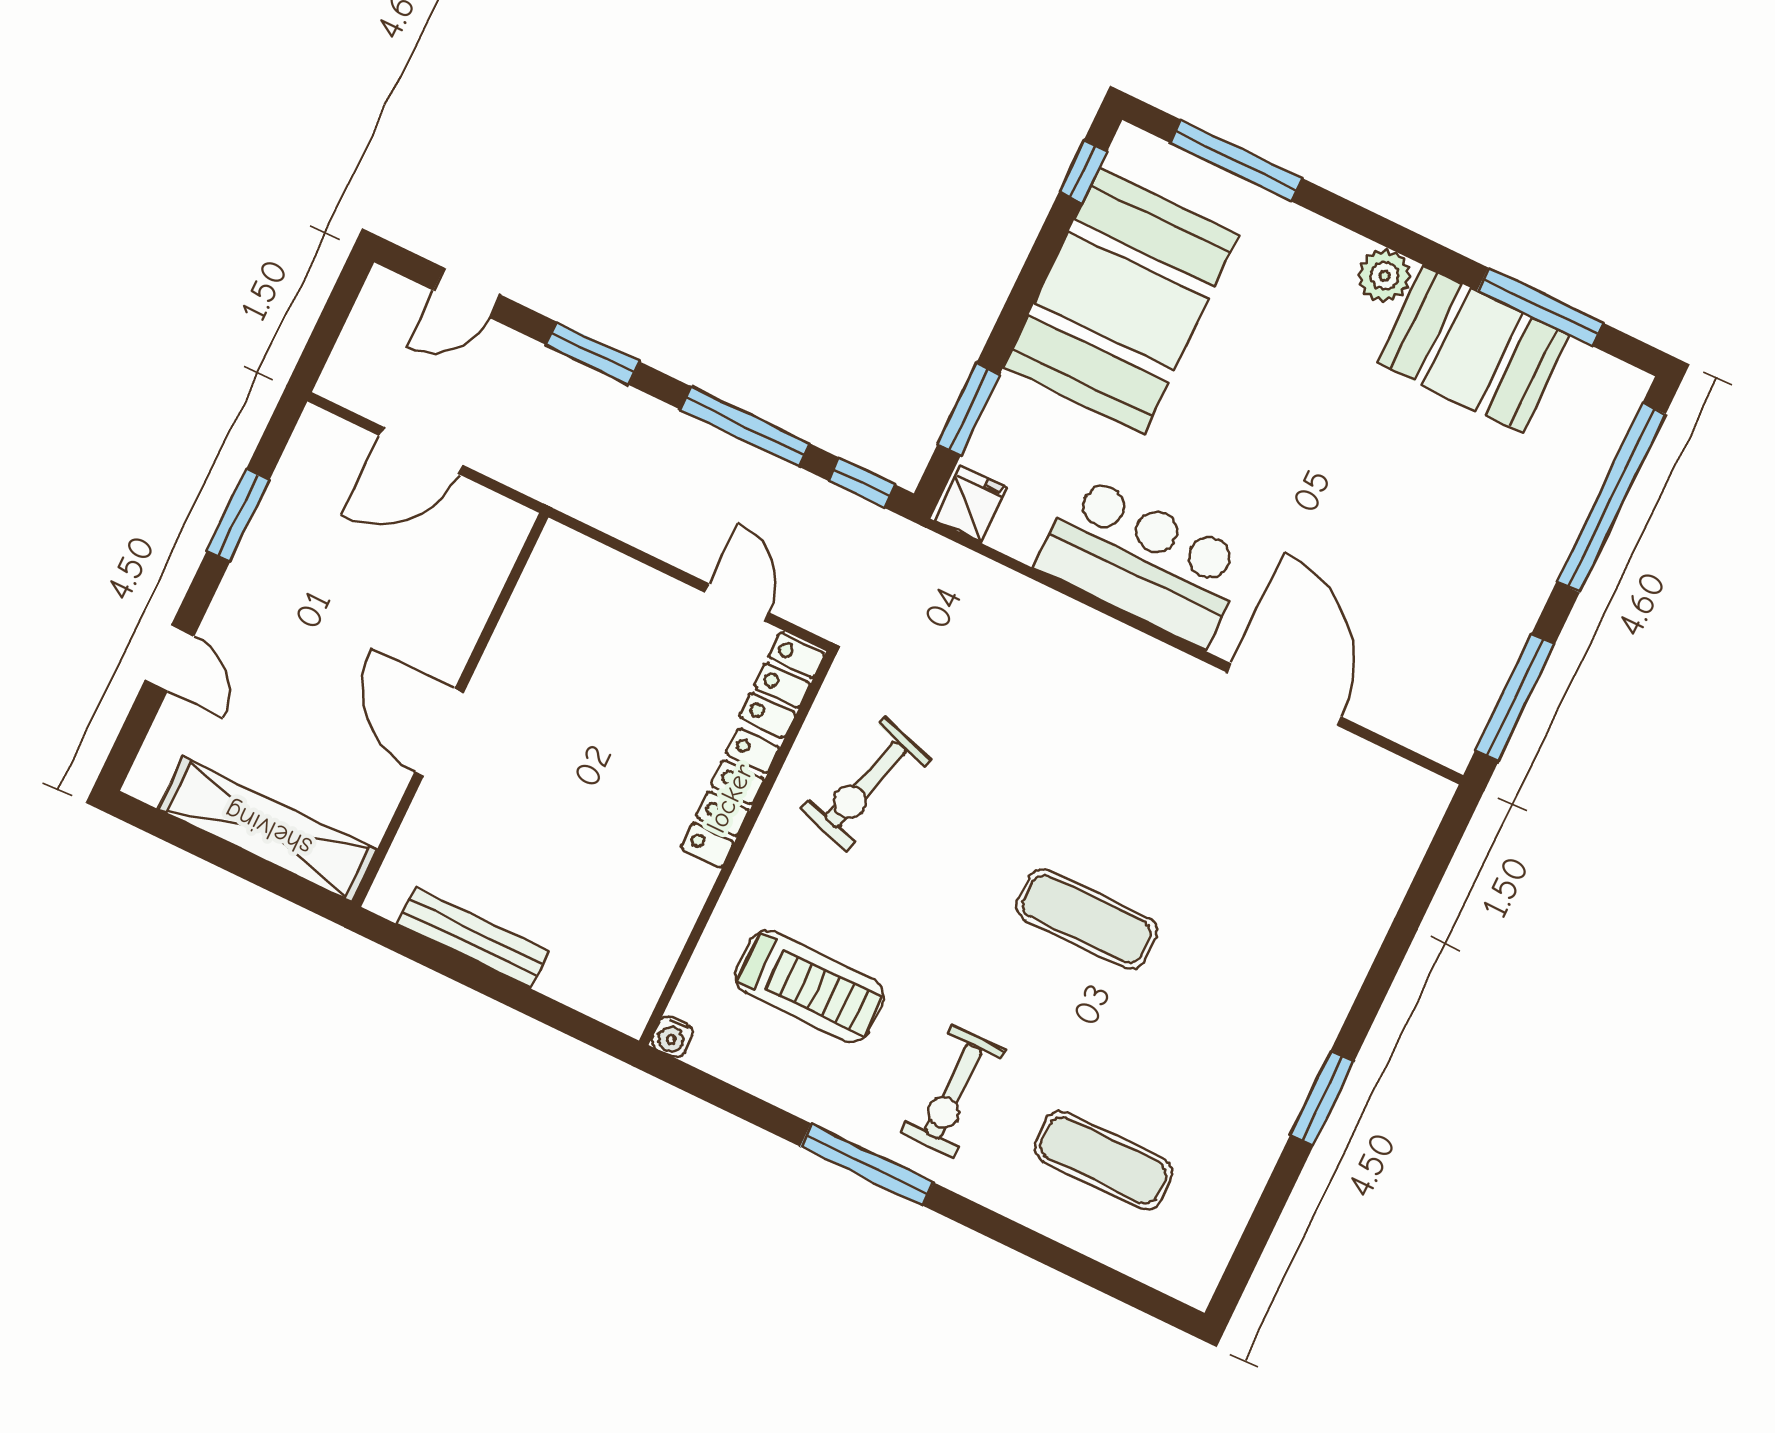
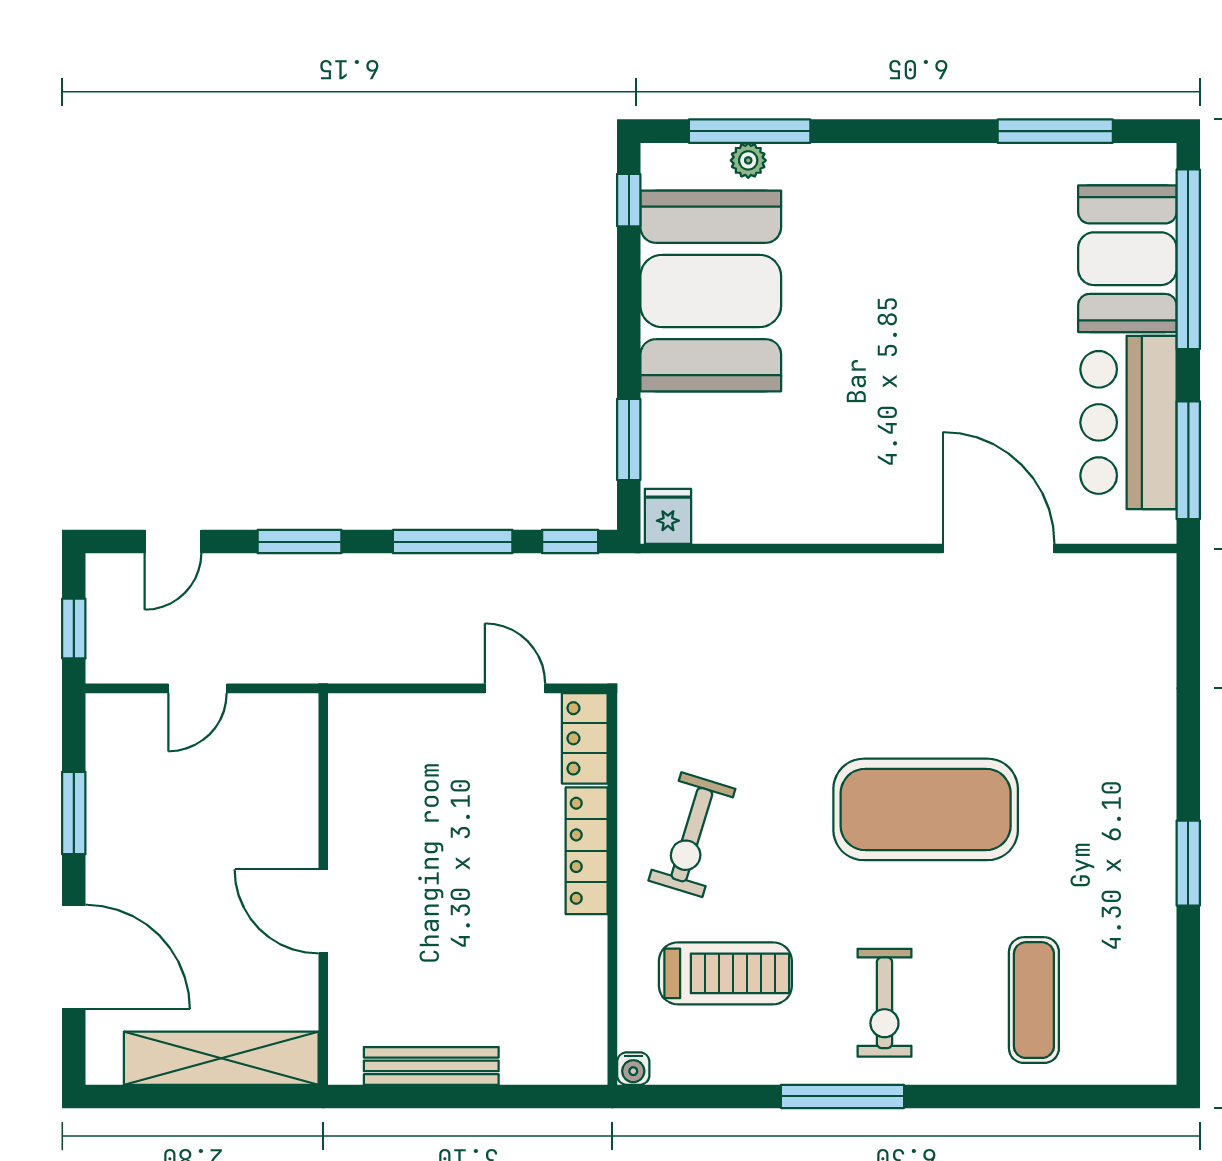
plant: (1385, 276) -> (748, 160), moved, width x0.73, depth x0.73
window: (327, 332) -> (74, 629), added
booth: (1473, 349) -> (1127, 259), moved, turned 90
door: (421, 450) -> (198, 688), width x0.73
bar counter: (1142, 562) -> (1129, 422), moved, turned -90
door: (169, 658) -> (74, 957), width x1.88
exercise bike: (866, 784) -> (692, 835), moved
exercise mat: (1087, 919) -> (926, 809), width x2.00, depth x1.45
exercise mat: (1103, 1160) -> (1034, 1000), turned 90

